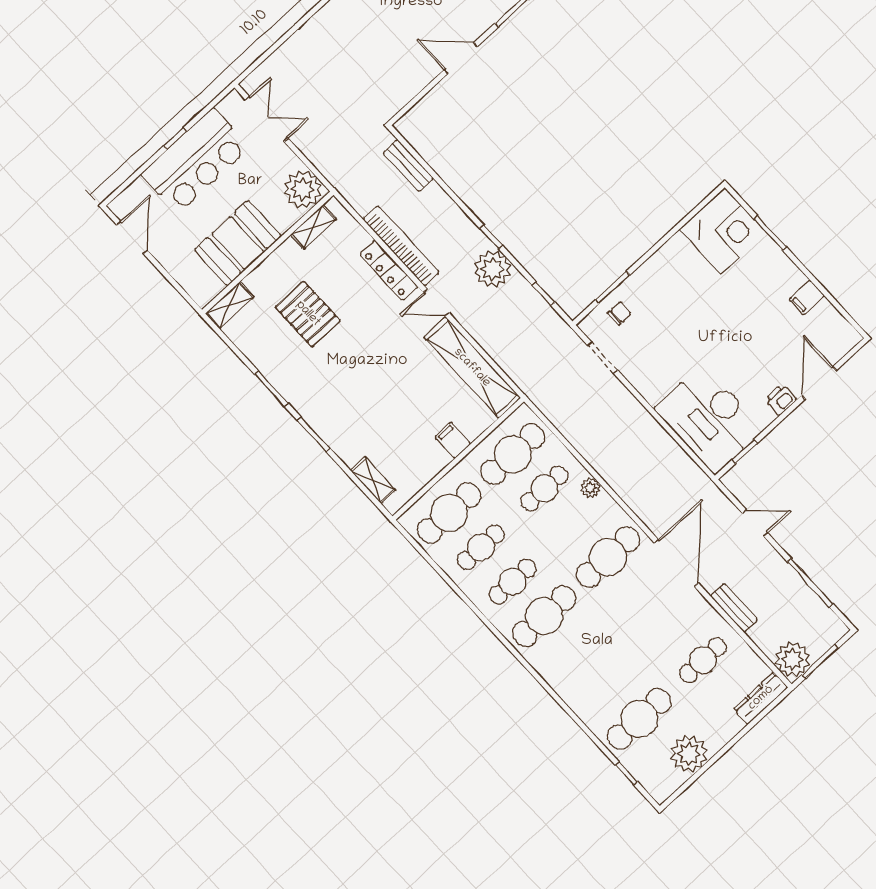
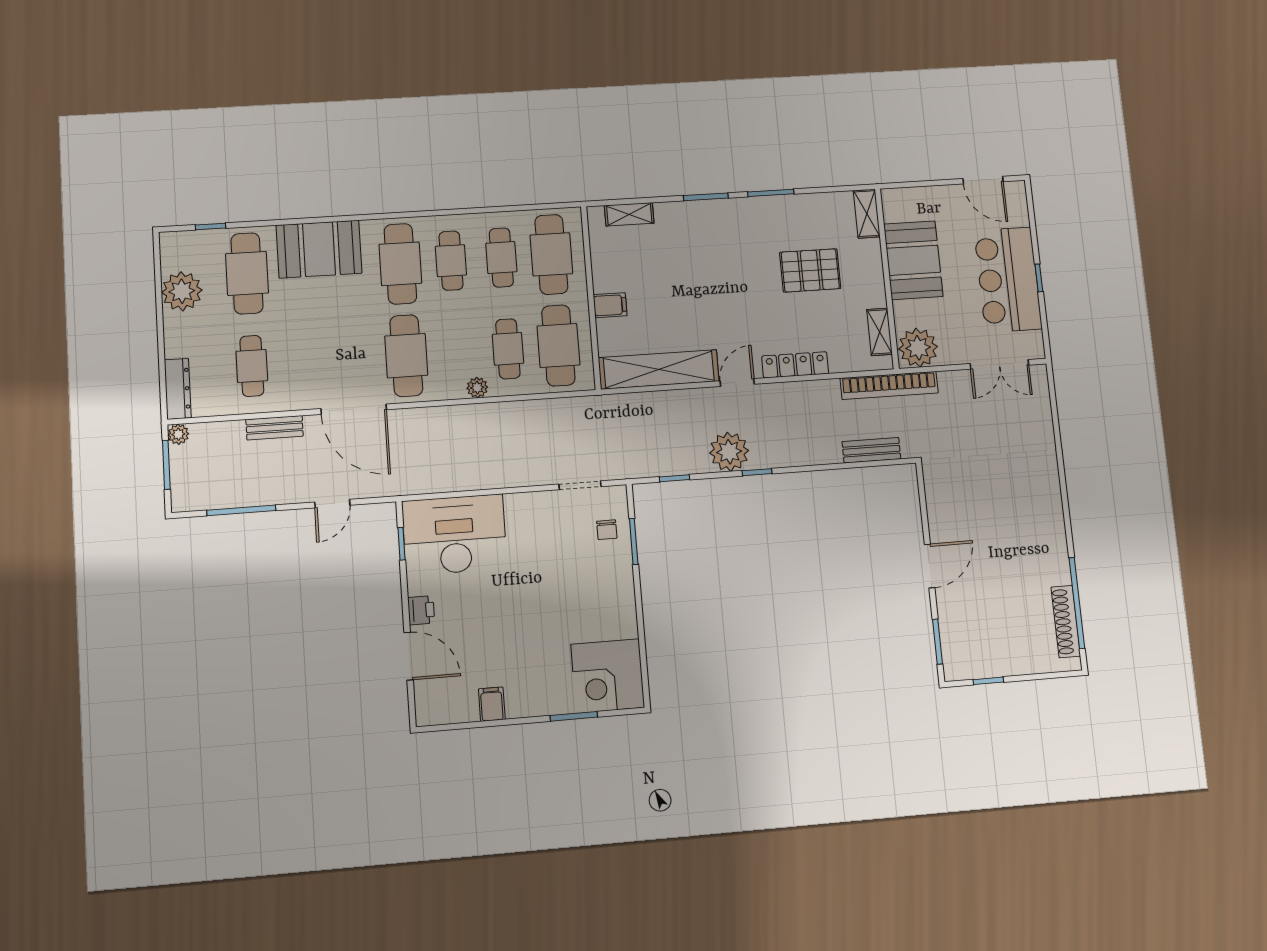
bookcase: (401, 246) -> (889, 385), moved
plant: (793, 659) -> (178, 434), width x0.53, depth x0.53
booth: (580, 683) -> (319, 249), added

